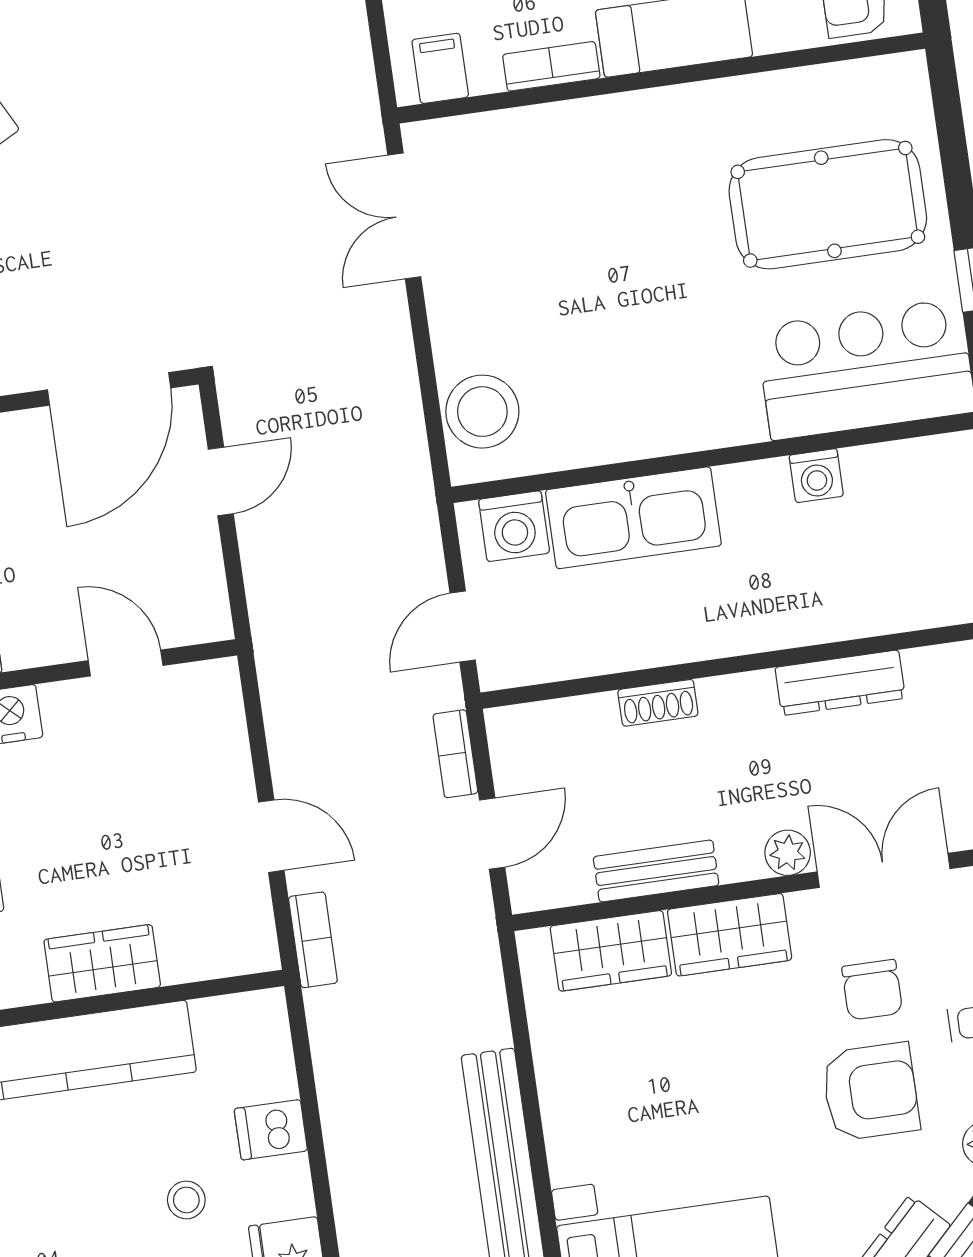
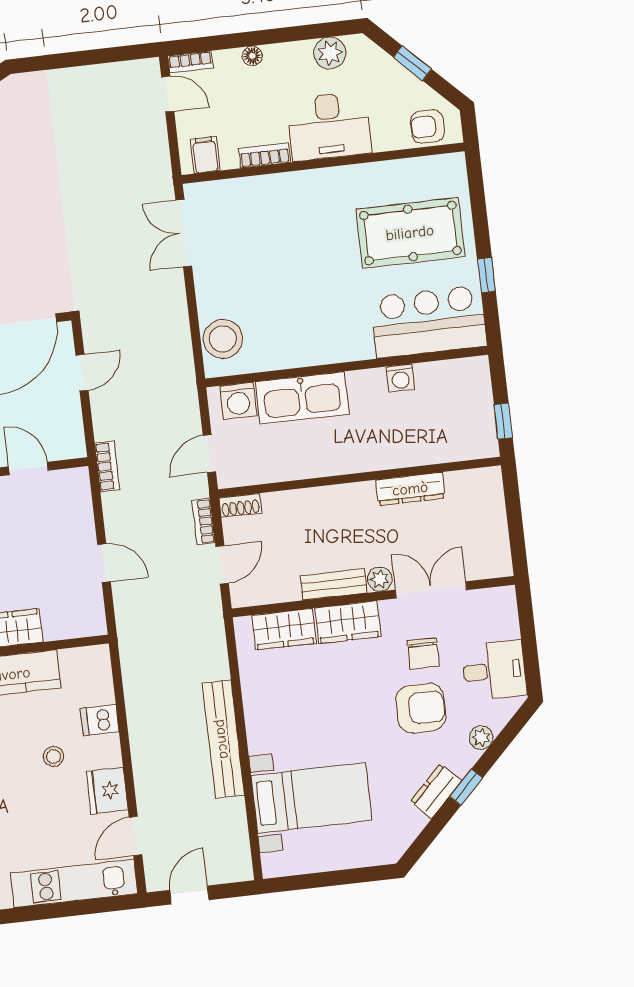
shoe rack: (658, 703) -> (240, 505), moved
bench: (656, 871) -> (333, 584), moved
bookcase: (313, 940) -> (107, 466), moved

